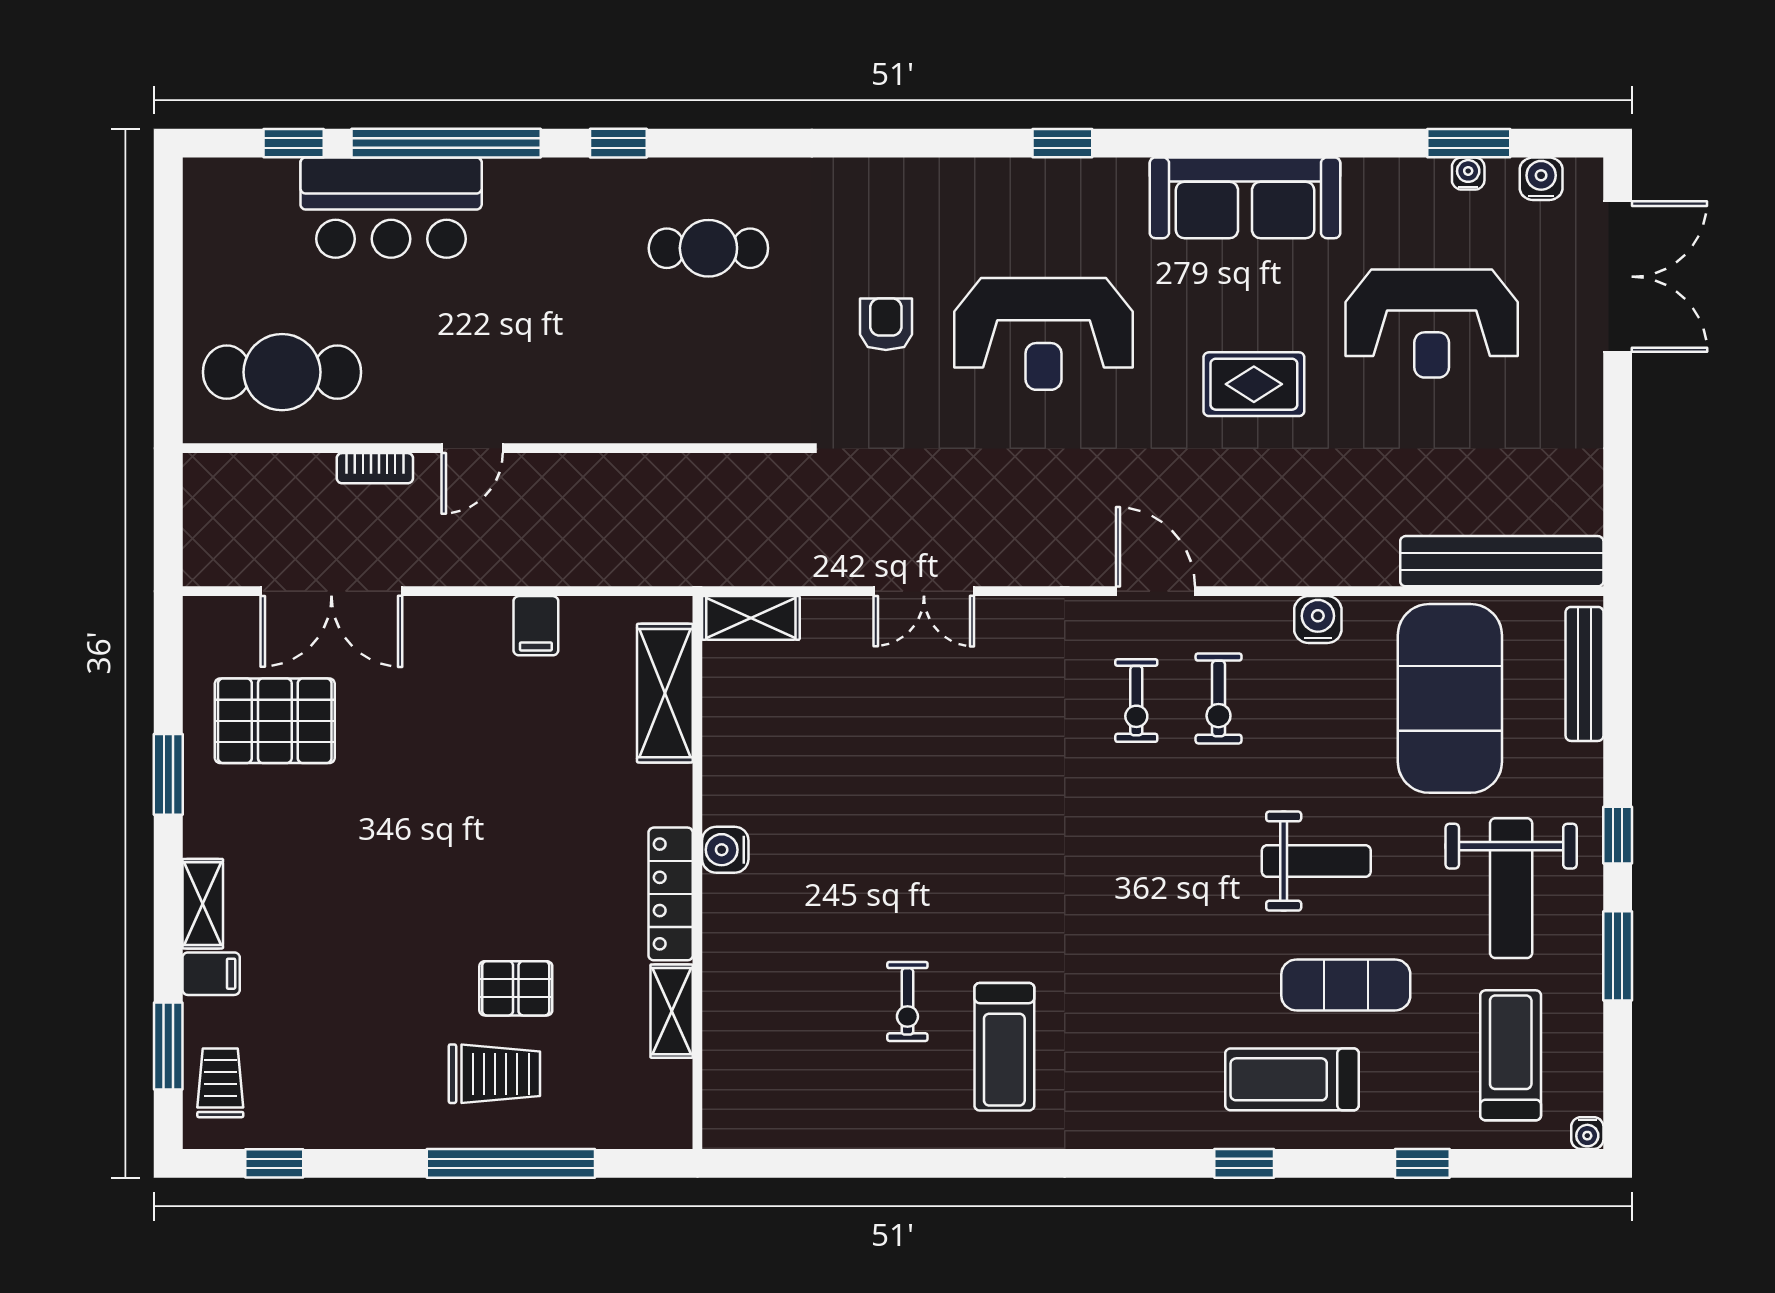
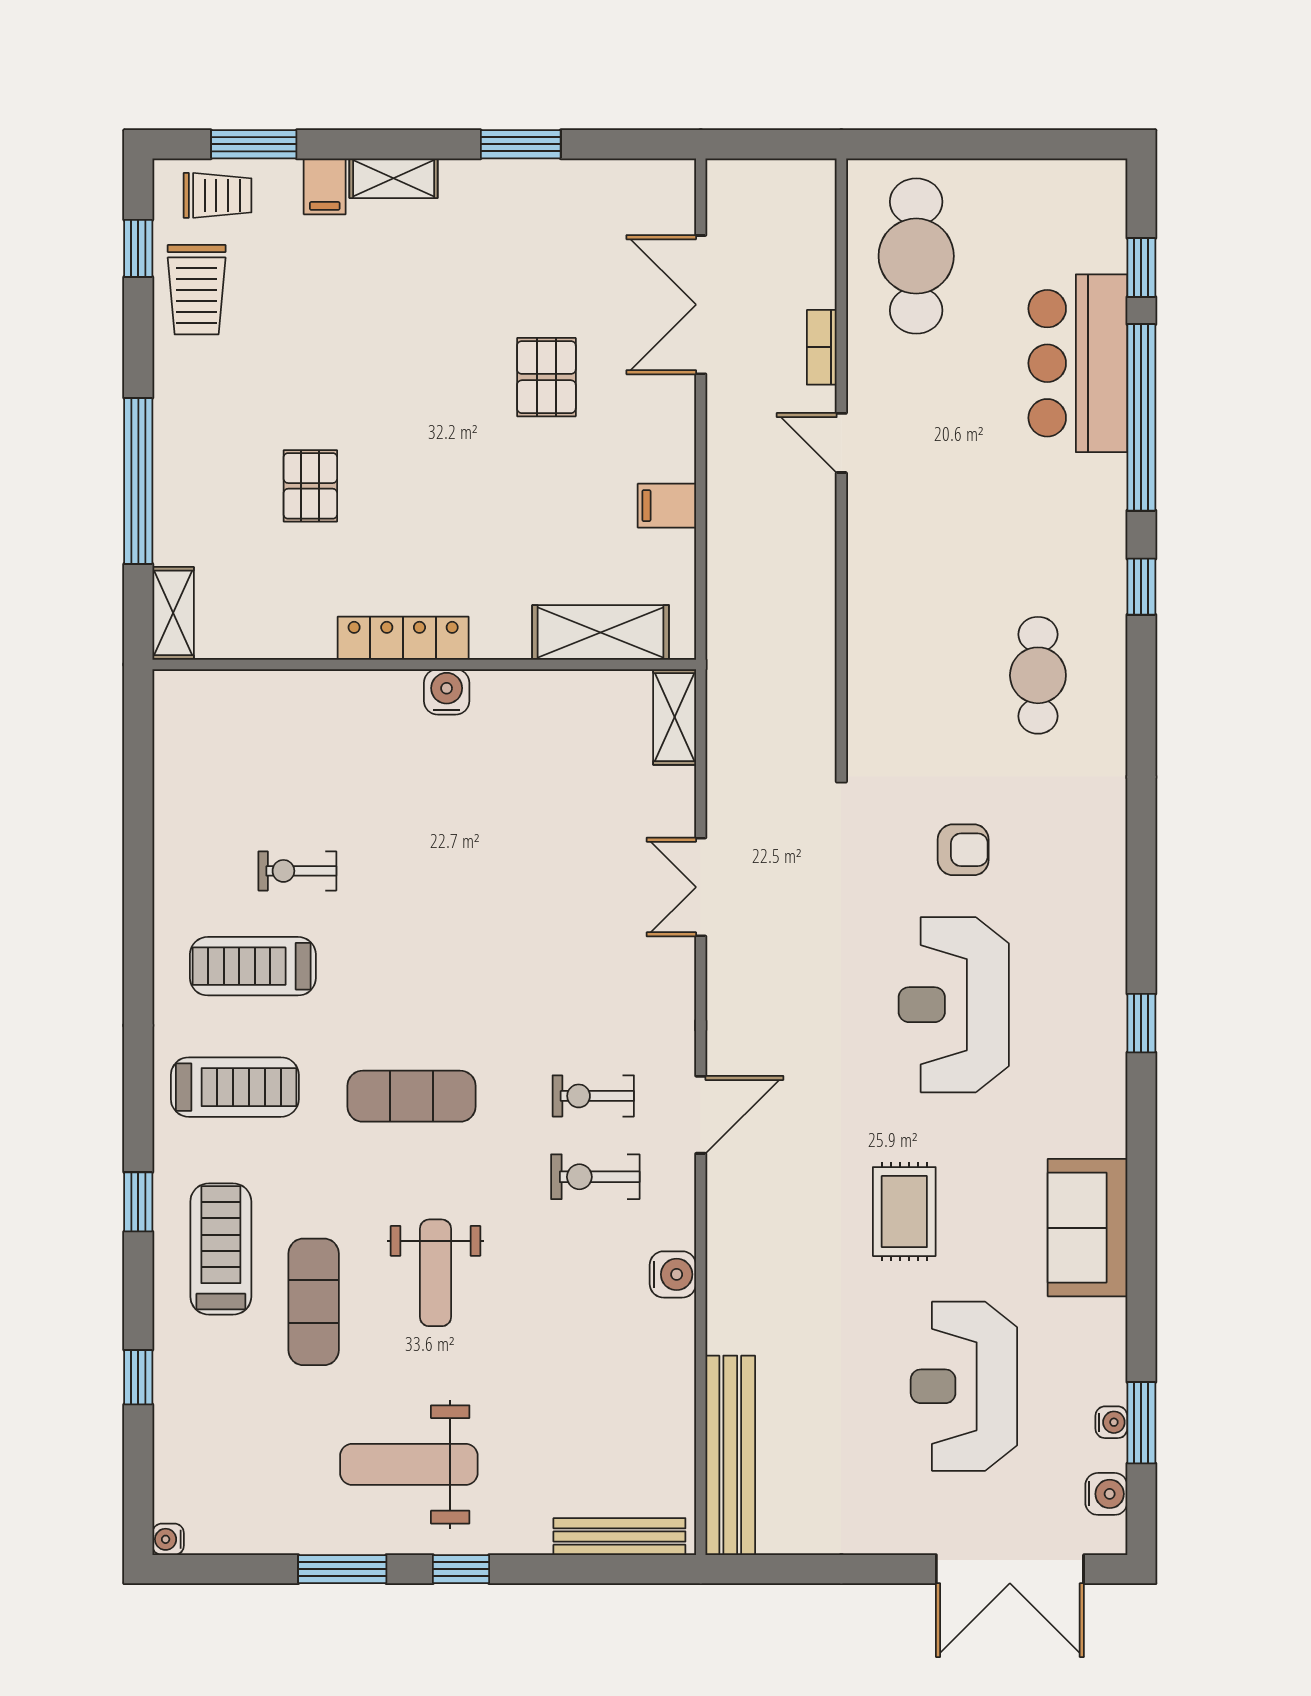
sofa: (1245, 198) -> (1087, 1228), width x0.73
exercise mat: (1450, 698) -> (411, 1096), moved, width x0.50, depth x0.69
pallet: (275, 721) -> (546, 377), moved, width x0.67, depth x0.71
shelving: (672, 1011) -> (173, 613), moved, turned 90
treadmill: (1511, 1055) -> (235, 1087), moved
trolley: (494, 1074) -> (197, 290), moved

